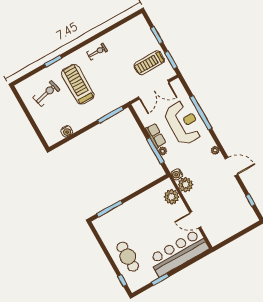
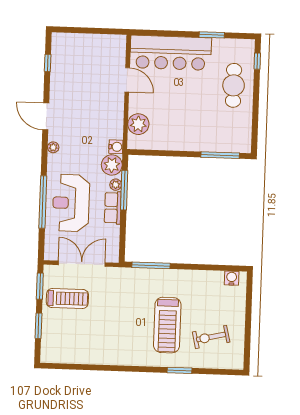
exercise bike: (97, 52) -> (121, 349), removed
water cooler: (67, 131) -> (232, 278), moved
plant: (185, 185) -> (112, 165), moved

